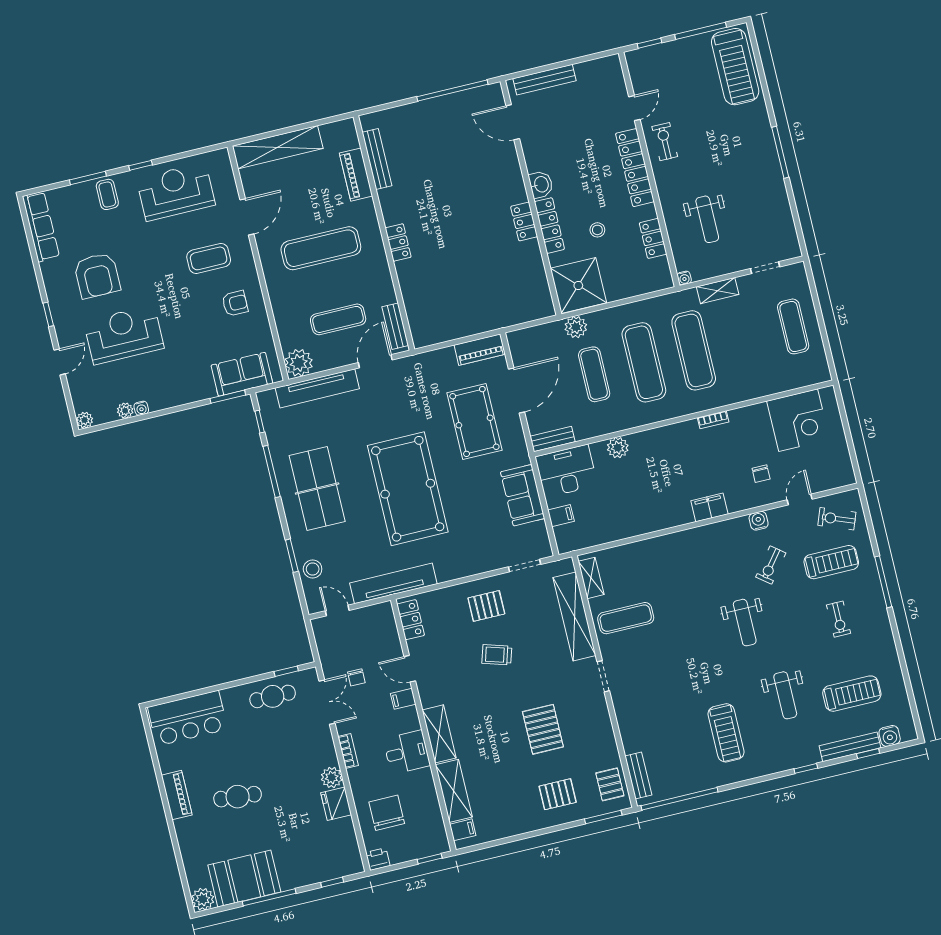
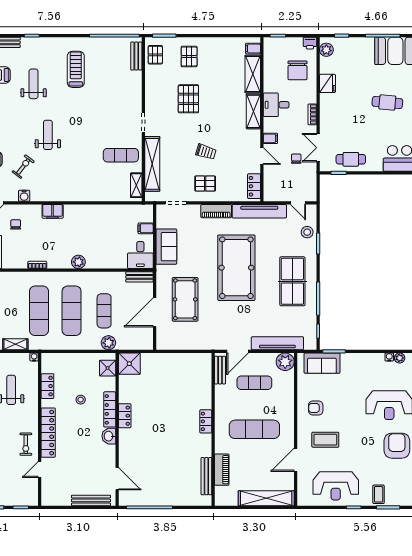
shower: (578, 286) -> (108, 368), width x0.54, depth x0.54
shower: (536, 303) -> (129, 364), added
piano: (480, 350) -> (216, 211), moved, turned 180
plant: (618, 448) -> (78, 262), moved
desk: (566, 471) -> (140, 255), width x0.73
plant: (332, 777) -> (326, 50), moved
pallet: (558, 794) -> (189, 56), turned 90

